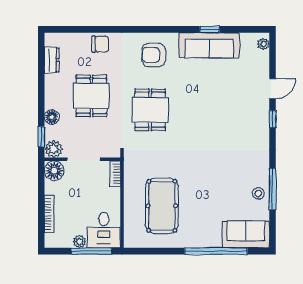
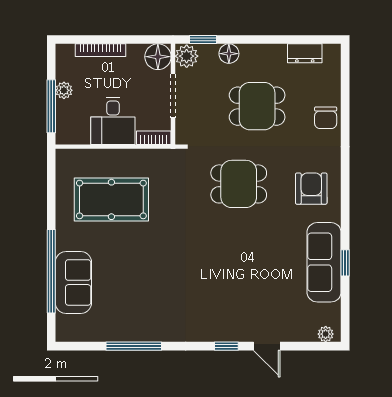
stool: (258, 193) -> (128, 327), removed
desk: (104, 230) -> (113, 121), moved, turned -90
sofa: (246, 234) -> (73, 282), moved

